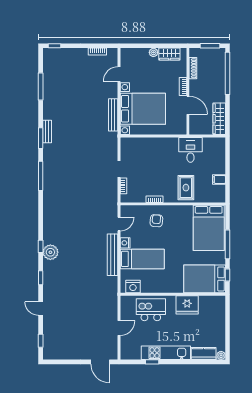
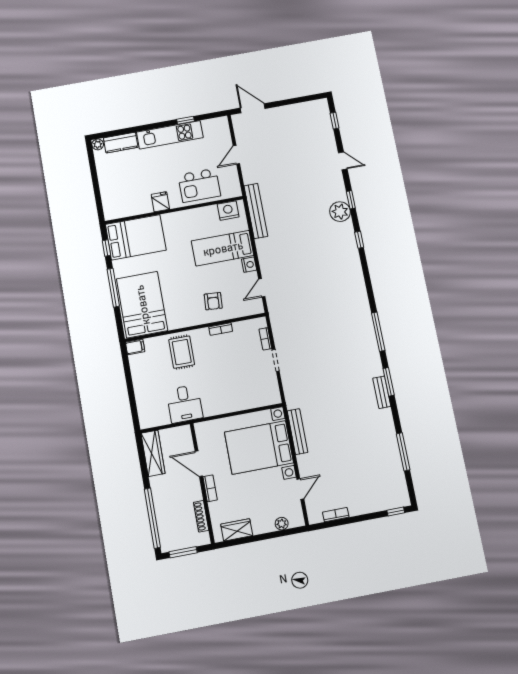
plant: (153, 52) -> (282, 524), moved
filing cabinet: (219, 179) -> (135, 347), moved
plant: (50, 252) -> (340, 212), moved
bench: (113, 255) -> (256, 211), moved
fridge: (187, 305) -> (160, 202), width x0.53, depth x0.75

